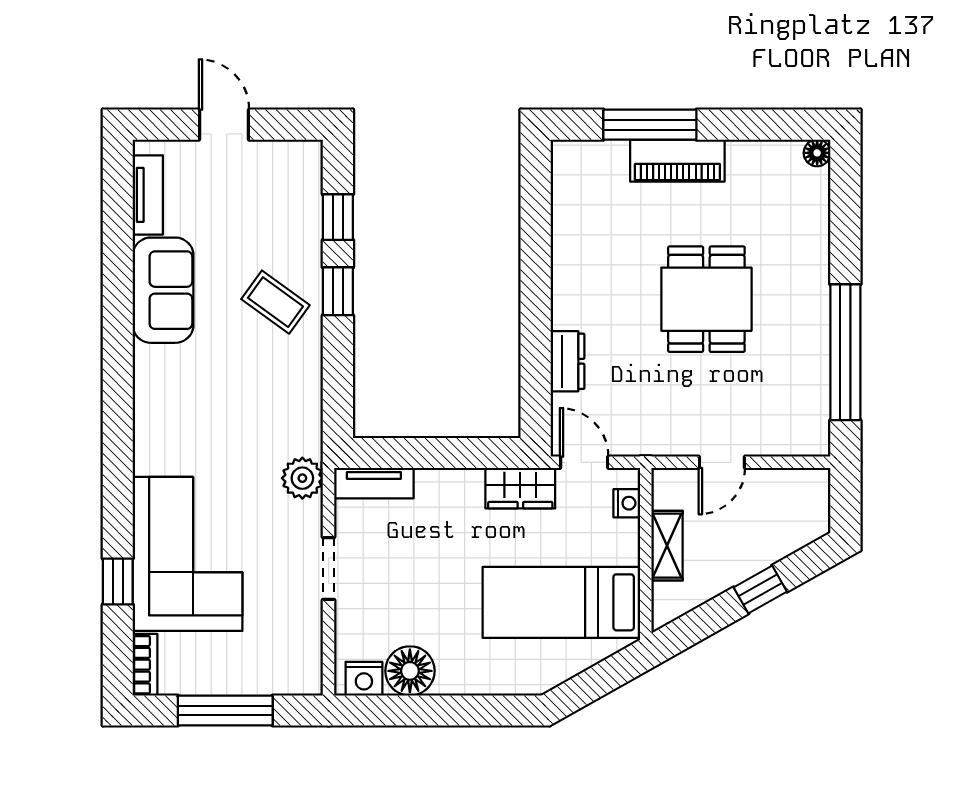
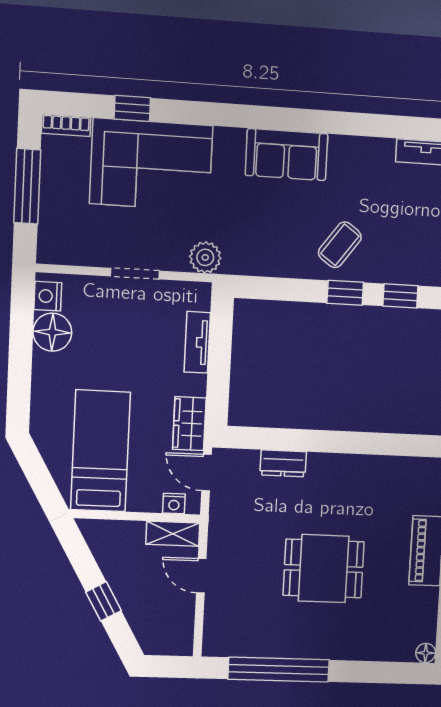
sofa: (163, 290) -> (287, 155), moved
door: (584, 462) -> (206, 473), swing flipped
tv unit: (374, 483) -> (197, 342), moved
shelving: (667, 546) -> (173, 534), moved

